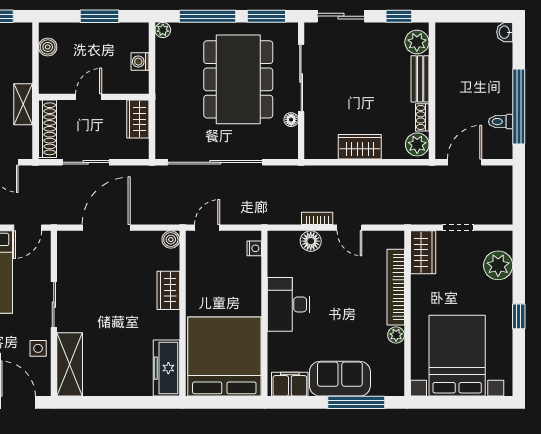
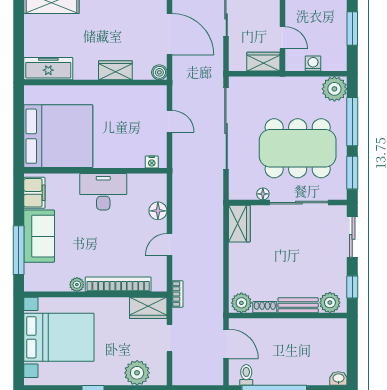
plant: (163, 30) -> (334, 89), width x1.88, depth x1.88
door: (89, 97) -> (283, 38), moved
toilet: (501, 122) -> (246, 375), moved
wardrobe: (360, 147) -> (239, 224), moved
bookcase: (317, 218) -> (178, 294), moved
boiler: (171, 240) -> (159, 72), moved
wardrobe: (168, 290) -> (115, 70), moved
wall: (183, 313) -> (95, 83), moved
freezer: (167, 368) -> (48, 69), moved

